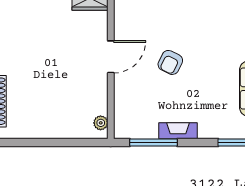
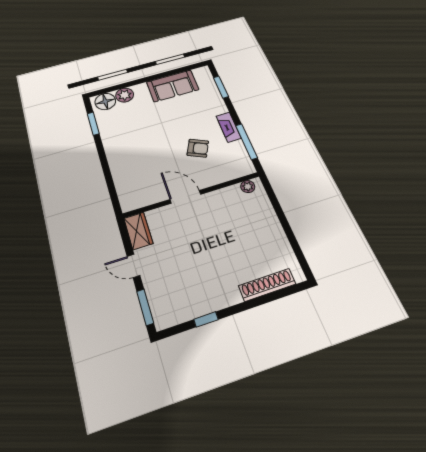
armchair: (170, 62) -> (198, 148), moved

